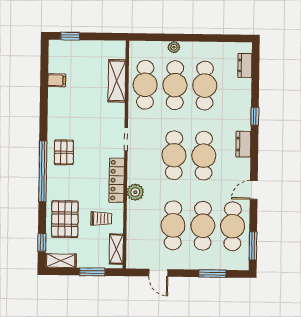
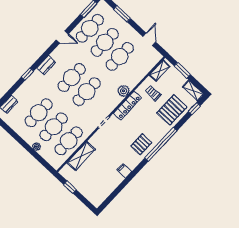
window: (70, 36) -> (70, 187), moved
filing cabinet: (57, 80) -> (124, 171), moved

